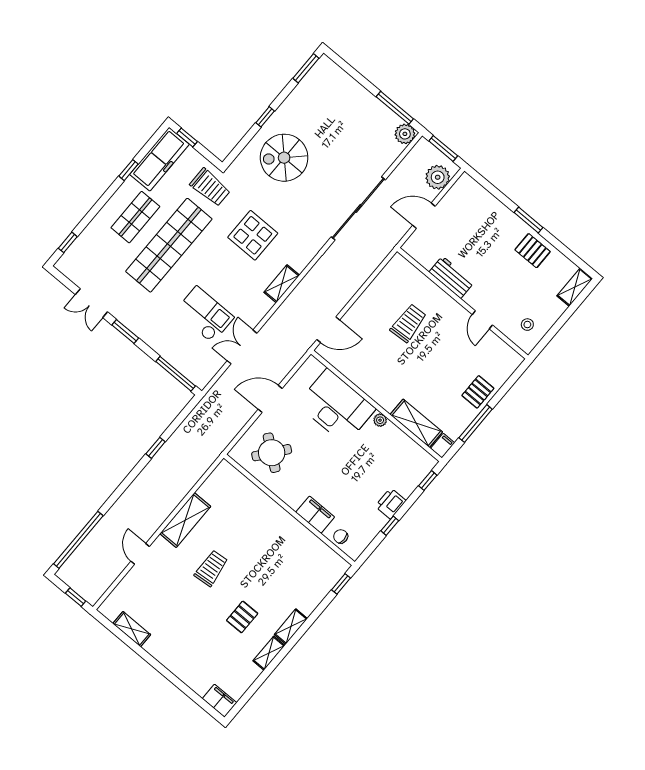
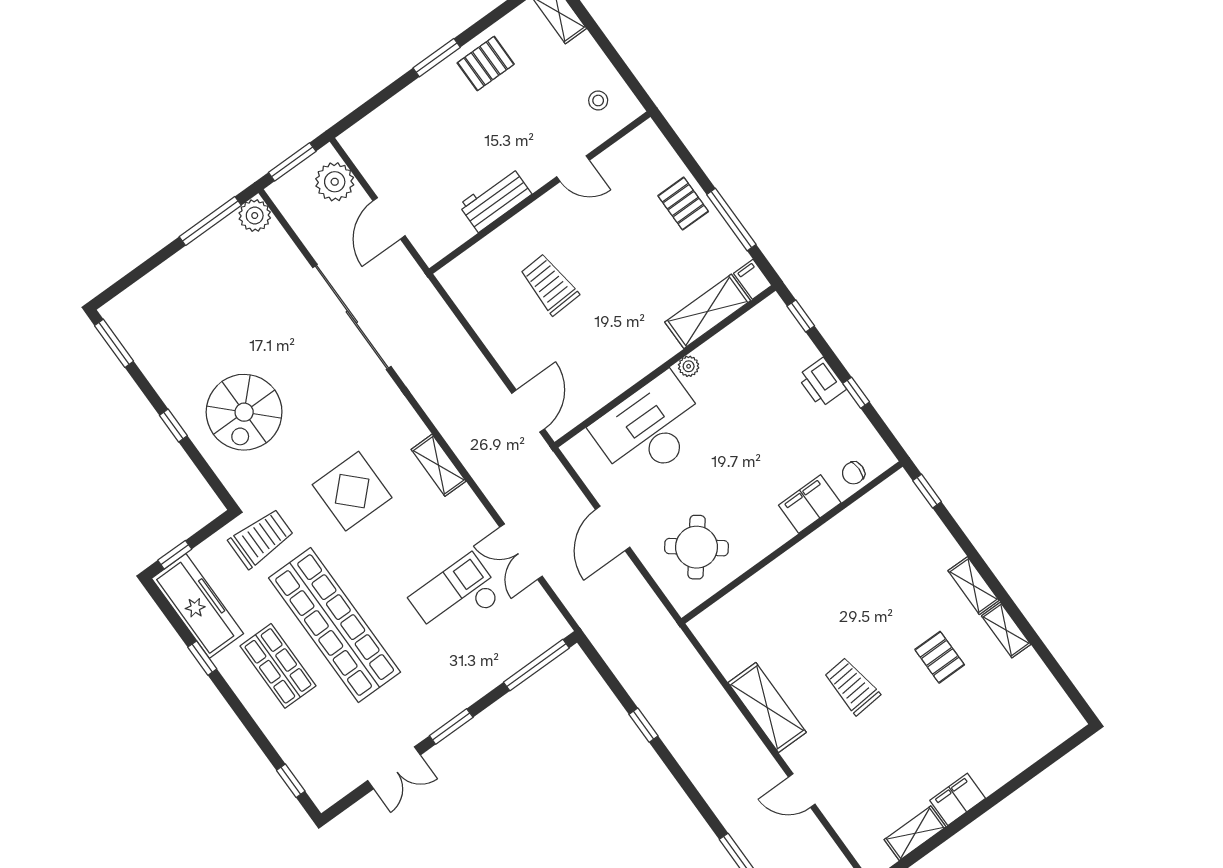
filing cabinet: (220, 701) -> (958, 799), moved

